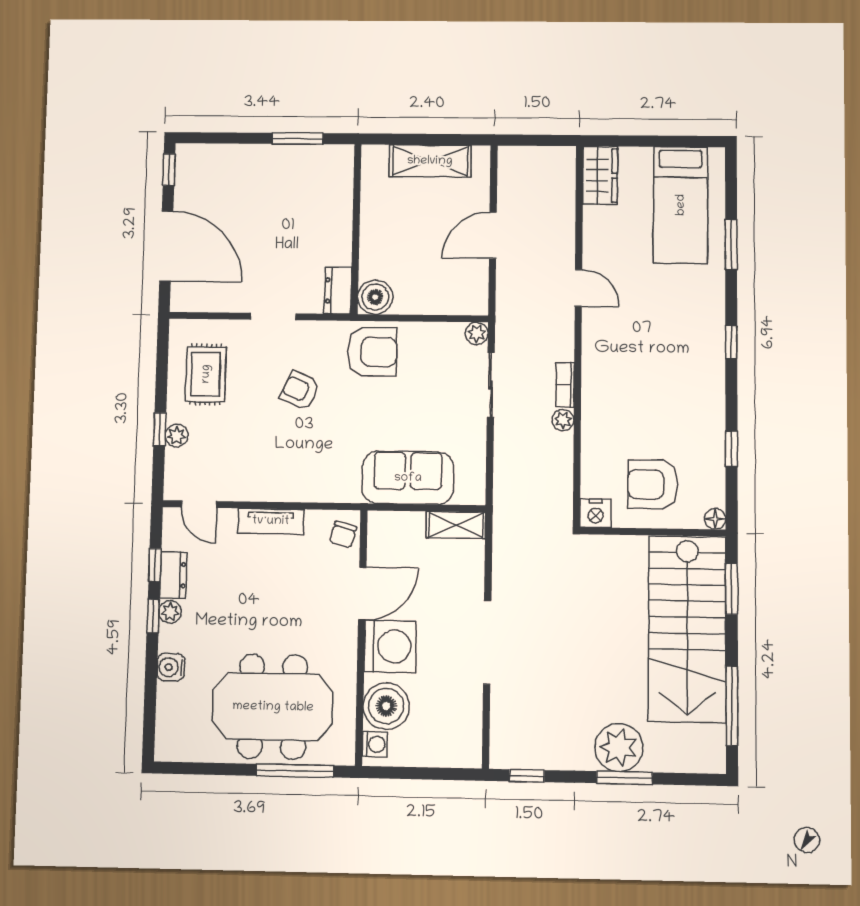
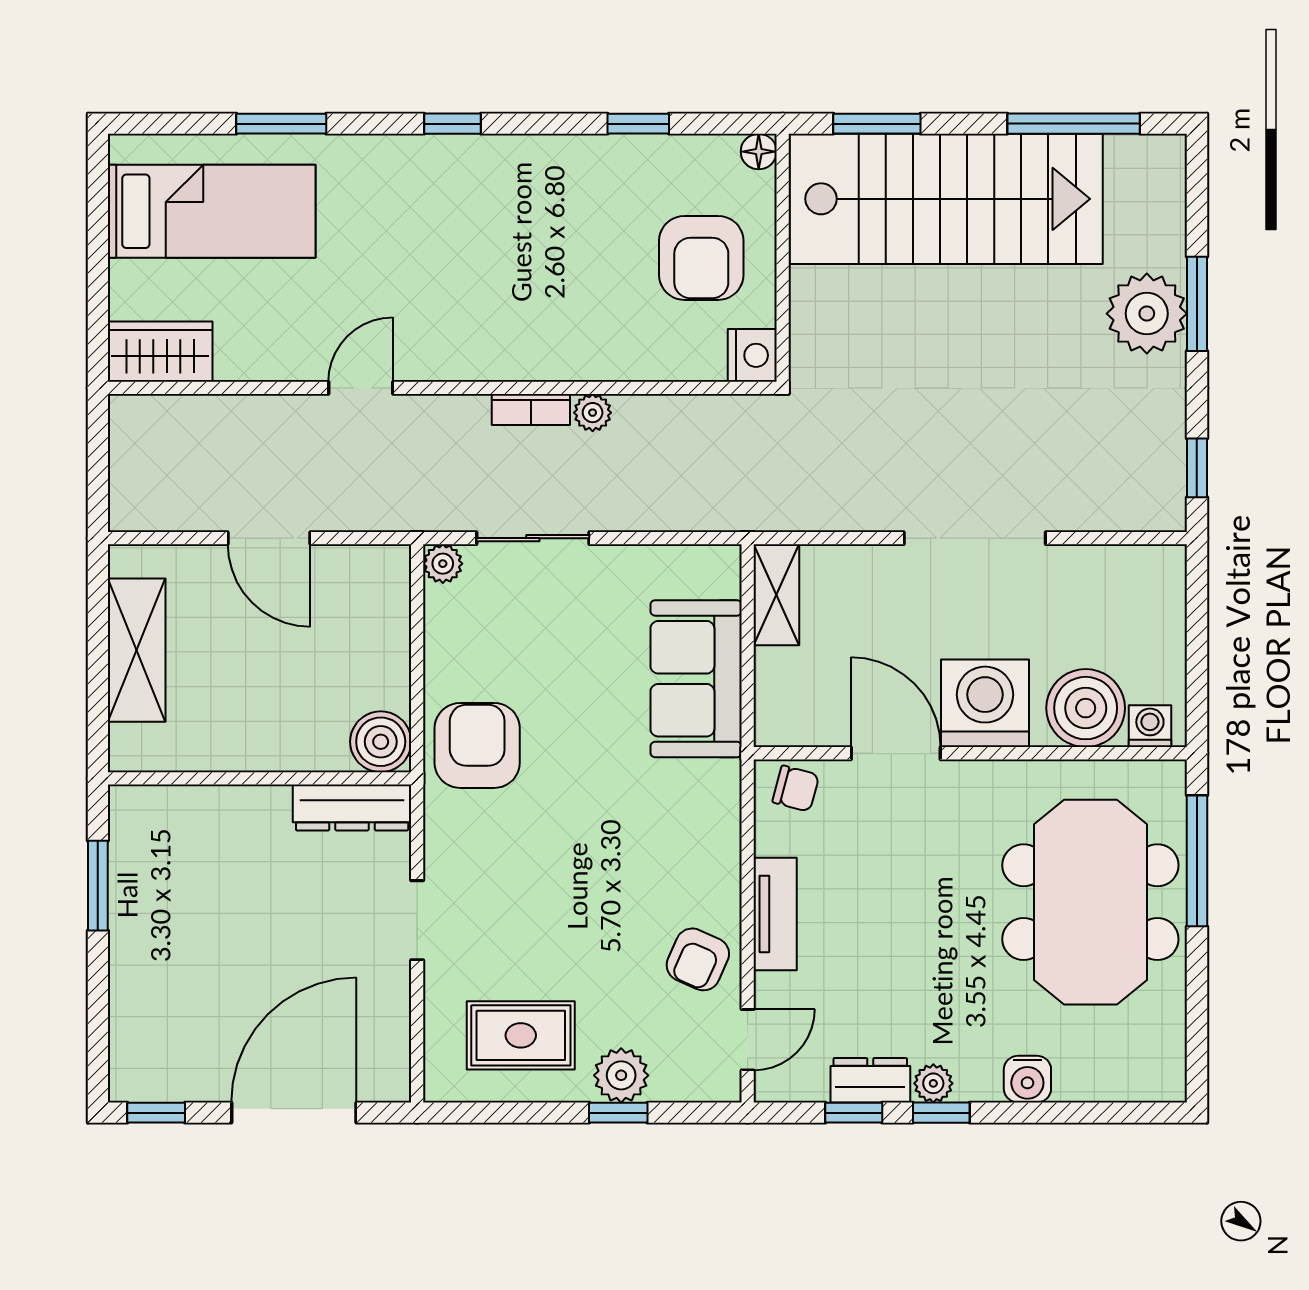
dresser: (338, 291) -> (352, 807), width x1.44
armchair: (300, 390) -> (698, 959), moved
plant: (177, 435) -> (621, 1075), width x1.38, depth x1.38

